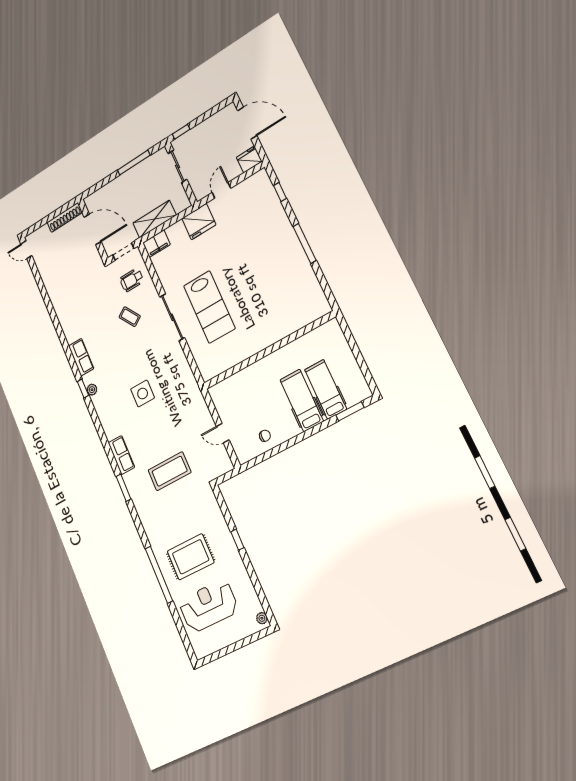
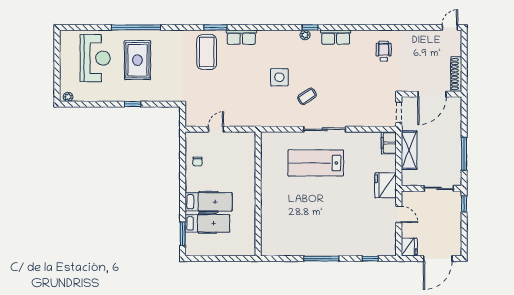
wheelchair: (132, 280) -> (384, 51), moved
coffee table: (130, 317) -> (307, 96), moved
coffee table: (170, 471) -> (207, 52), moved

